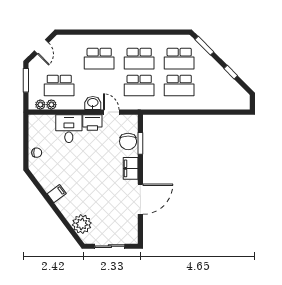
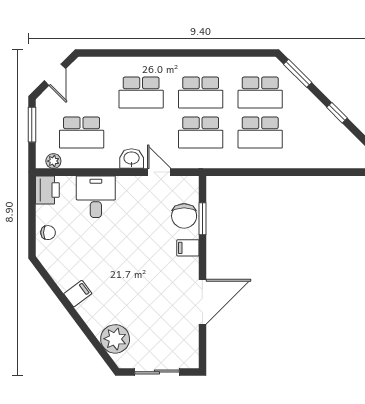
plant: (51, 105) -> (70, 161), removed
printer: (92, 122) -> (47, 190), moved, turned -90
filing cabinet: (131, 168) -> (188, 248), width x0.50

